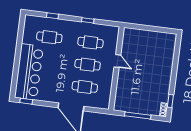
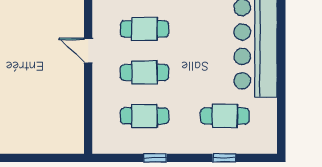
door: (117, 61) -> (88, 50), moved

